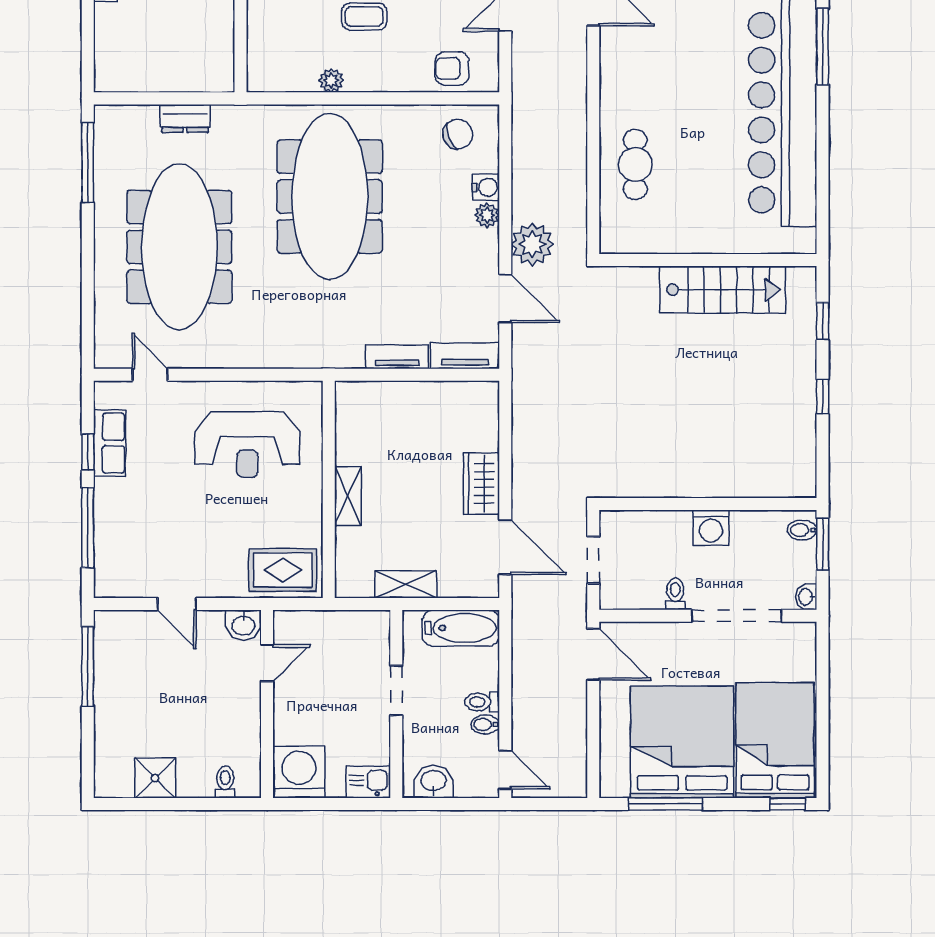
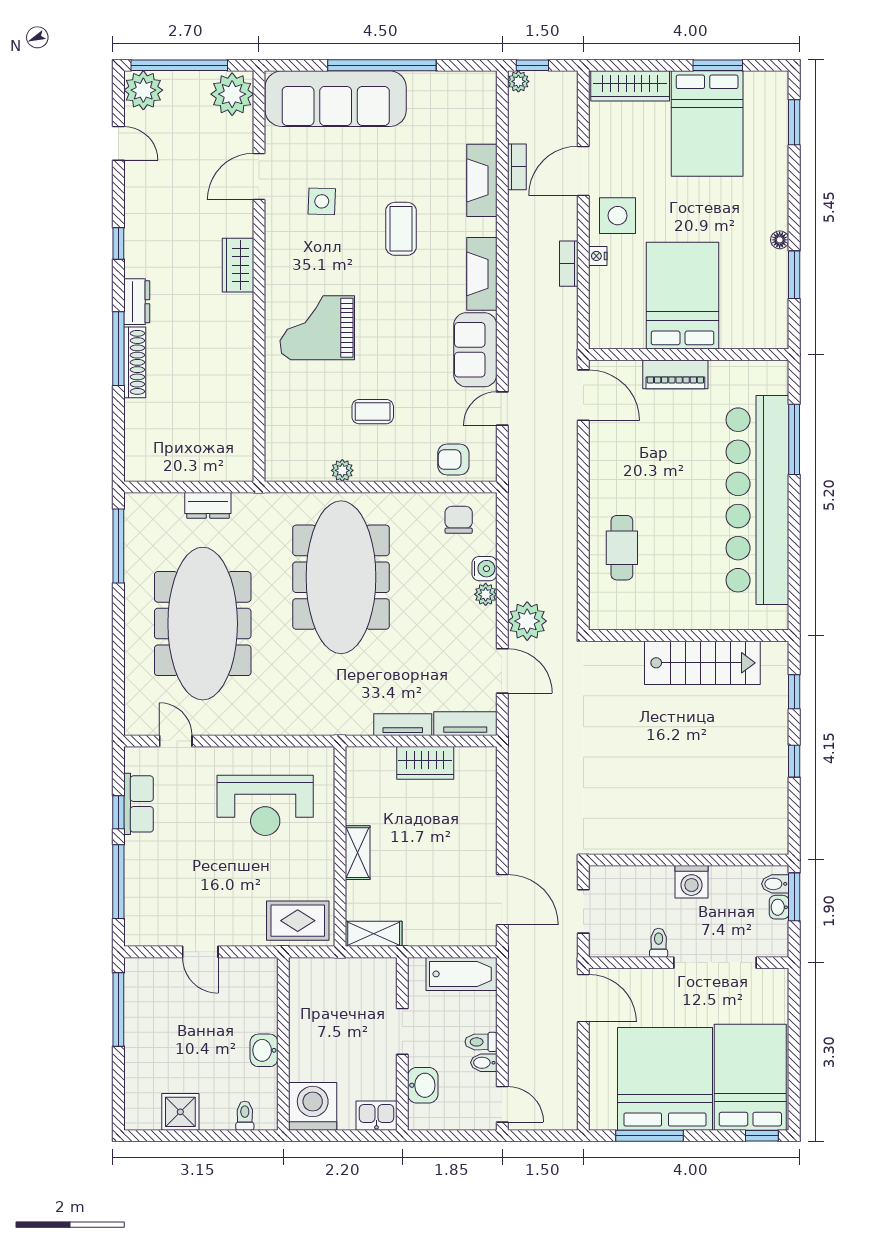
chair: (458, 134) -> (459, 520), turned -68
wardrobe: (481, 484) -> (425, 763), moved, turned -90
shelving: (406, 584) -> (374, 934), moved
washbasin: (806, 597) -> (779, 907), moved
washbasin: (243, 625) -> (264, 1050), moved, turned 90
door: (267, 663) -> (283, 1006), removed
washbasin: (434, 782) -> (423, 1085), moved, turned 90

